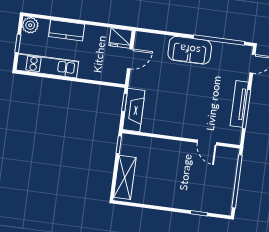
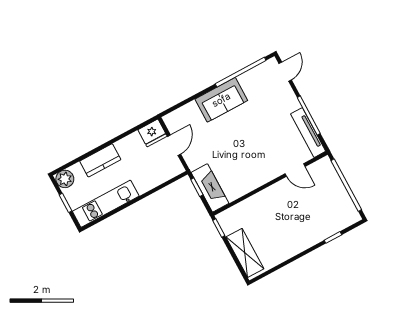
tv unit: (239, 104) -> (308, 133), moved

